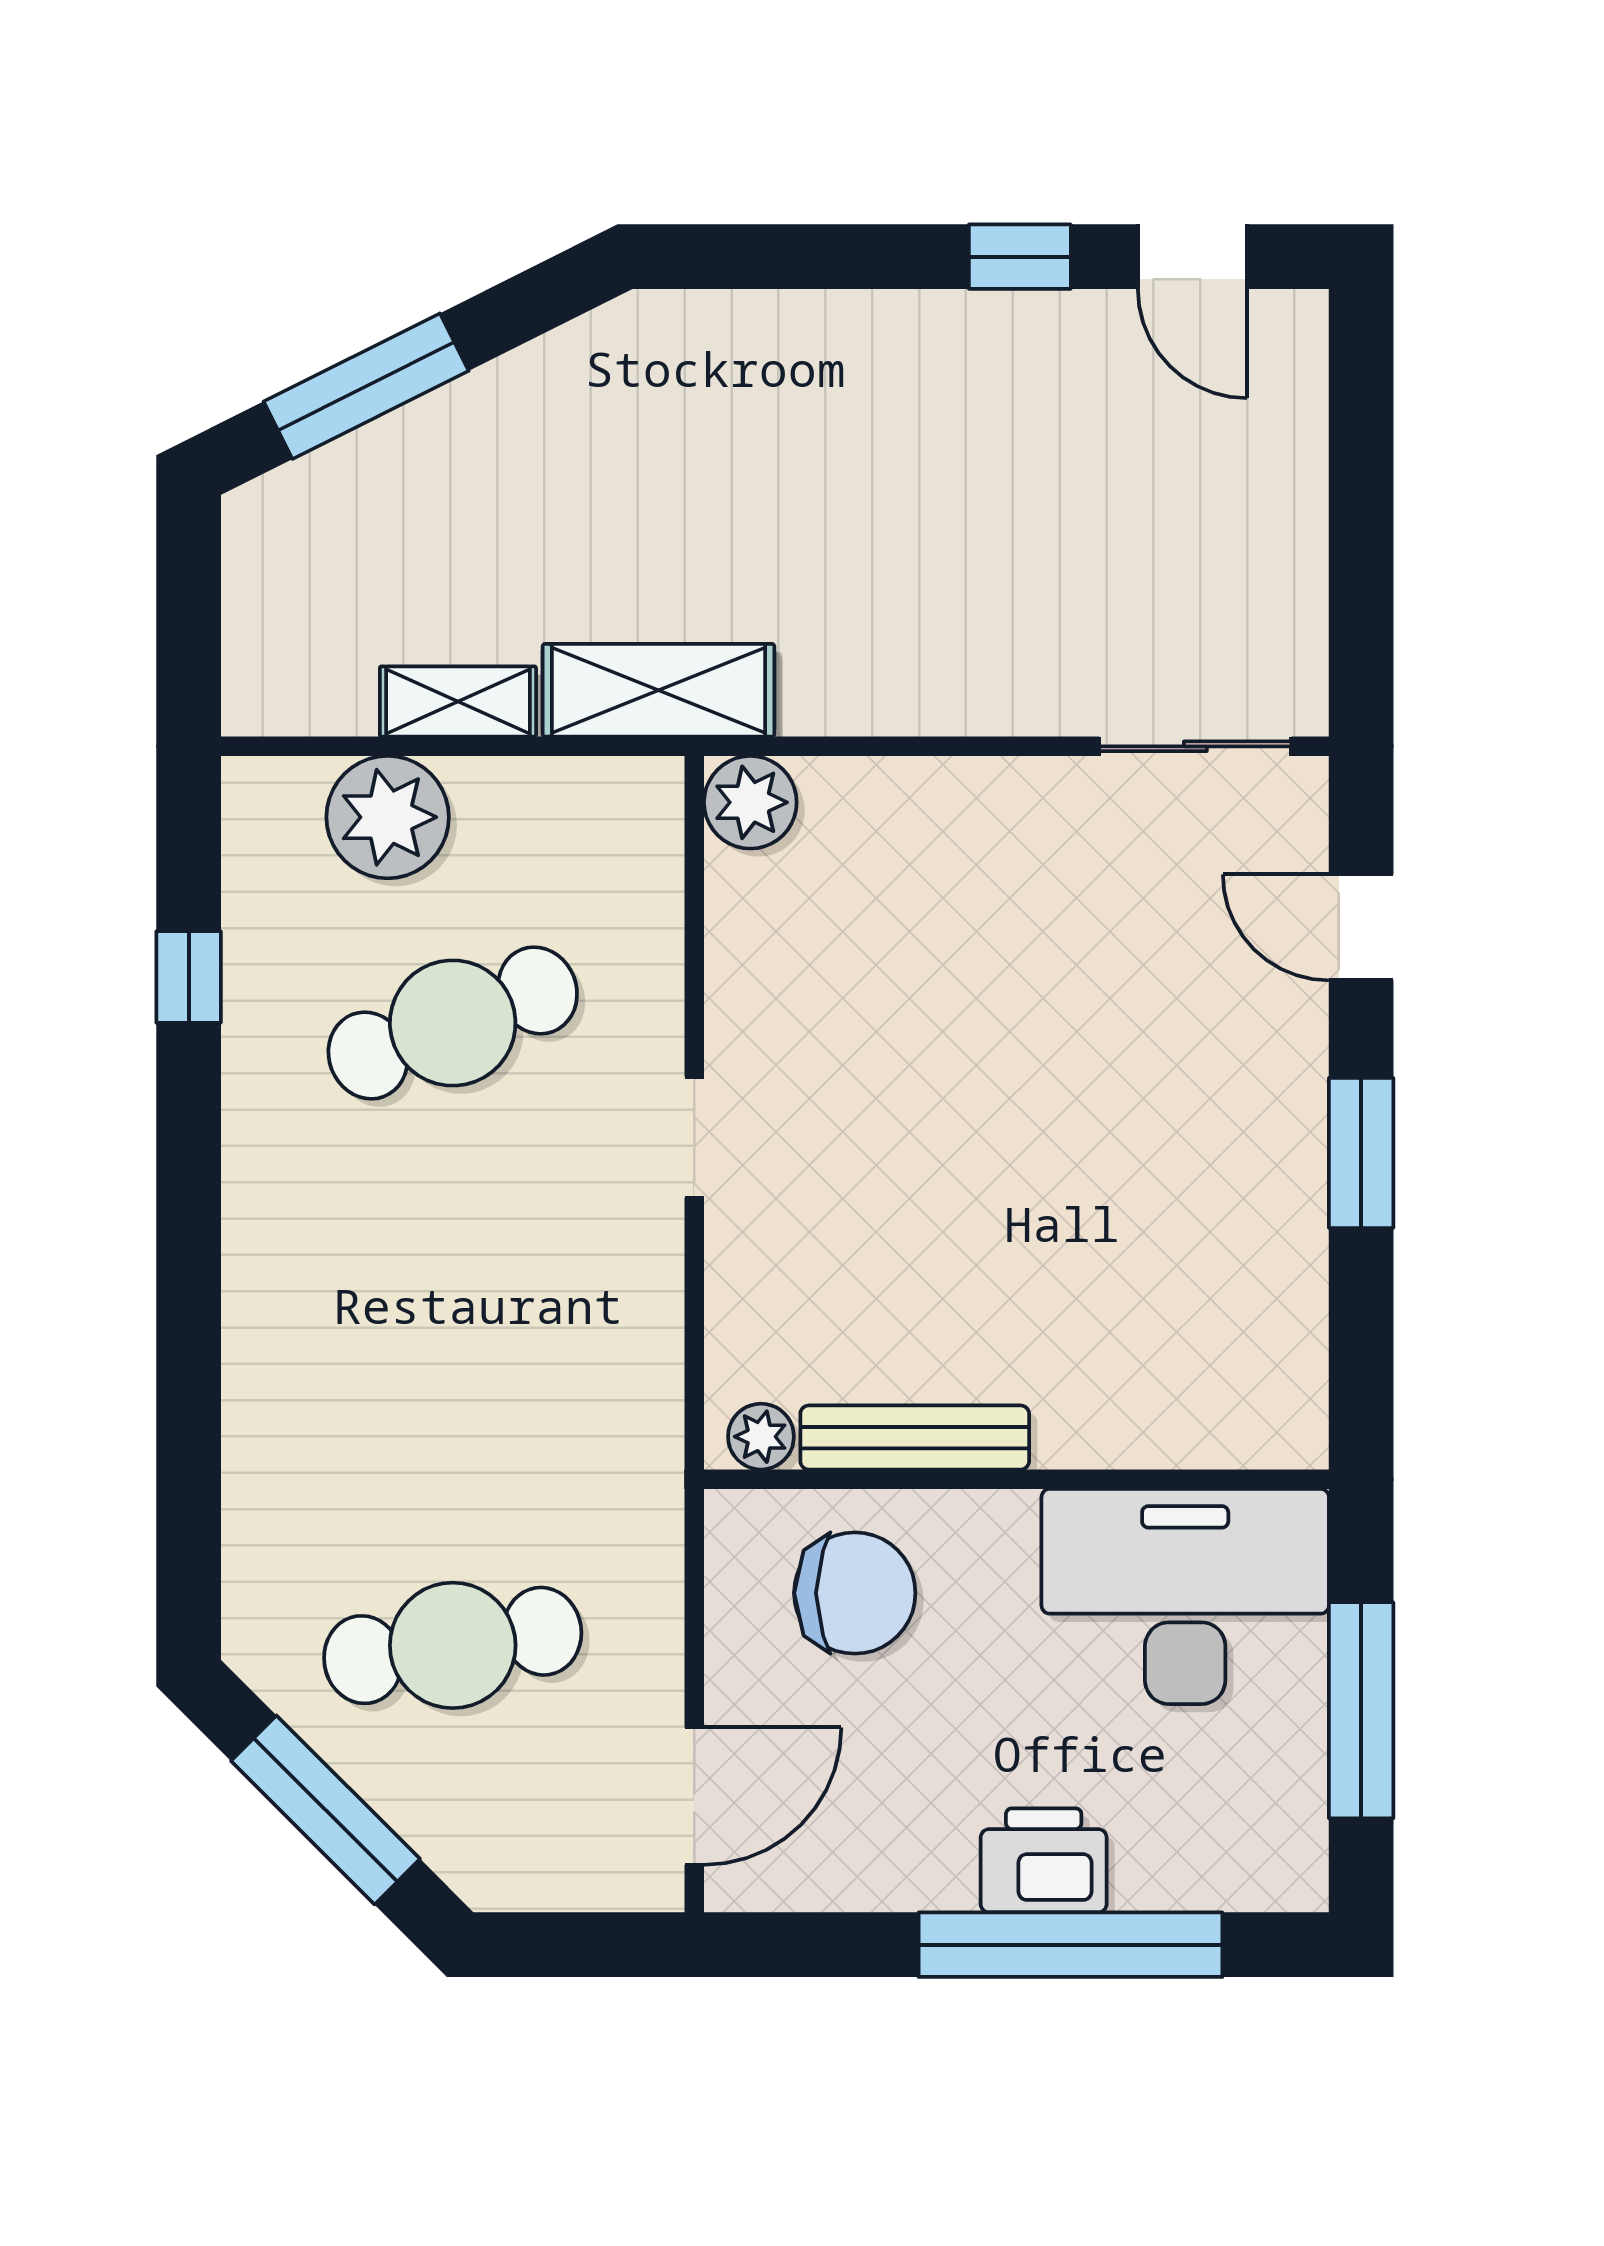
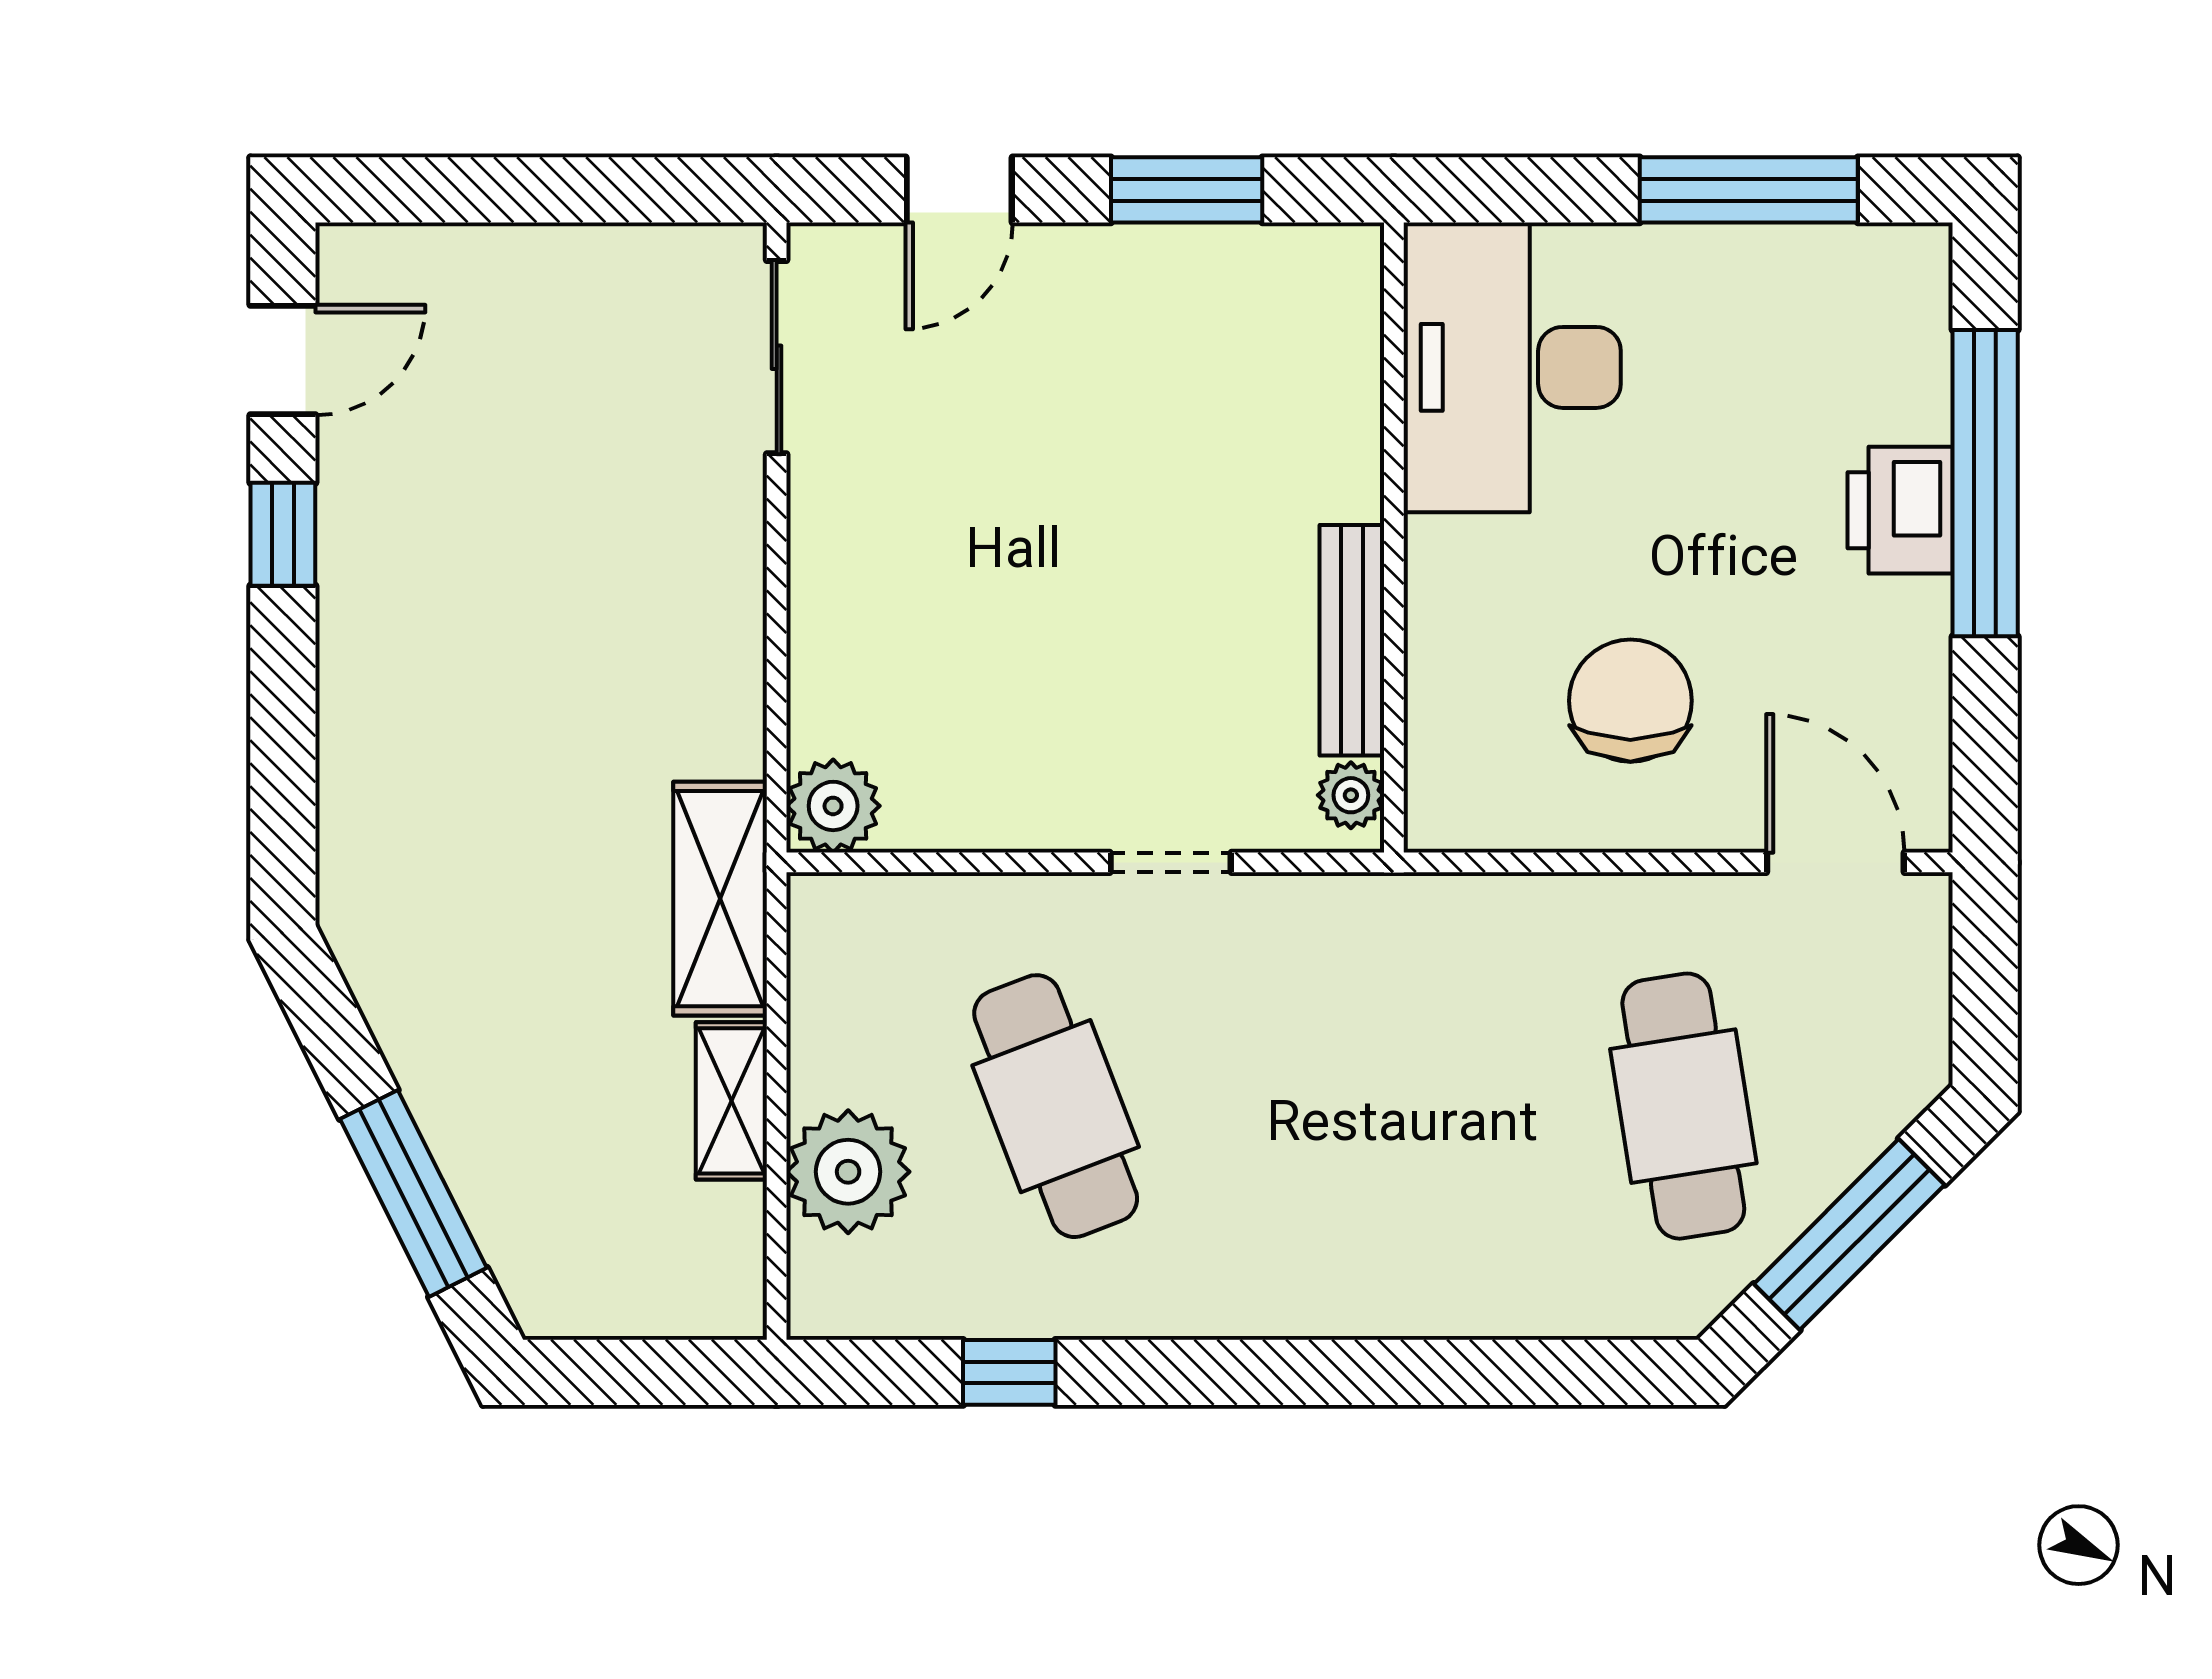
plant: (761, 1437) -> (1351, 795), moved
bench: (915, 1437) -> (1352, 640), moved
wall: (1016, 1479) -> (1394, 538), moved
desk: (1185, 1596) -> (1512, 367), moved

